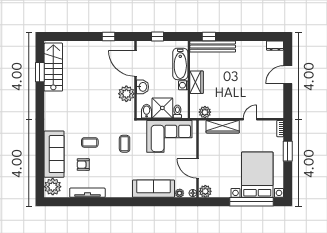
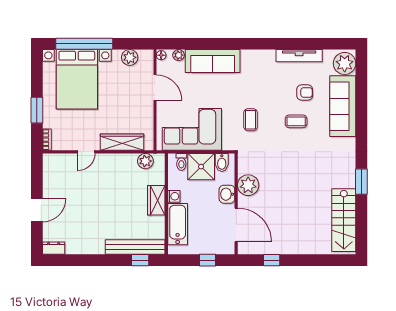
window: (40, 72) -> (361, 182), moved
plant: (205, 191) -> (130, 57), moved

